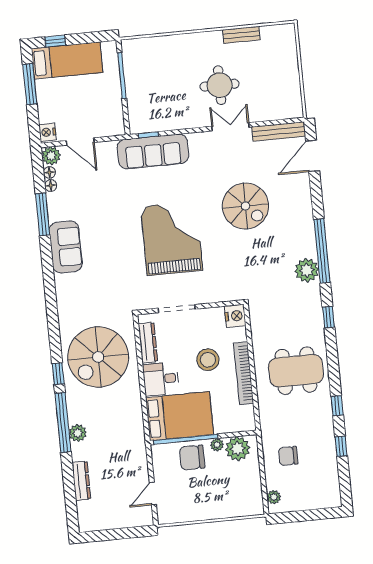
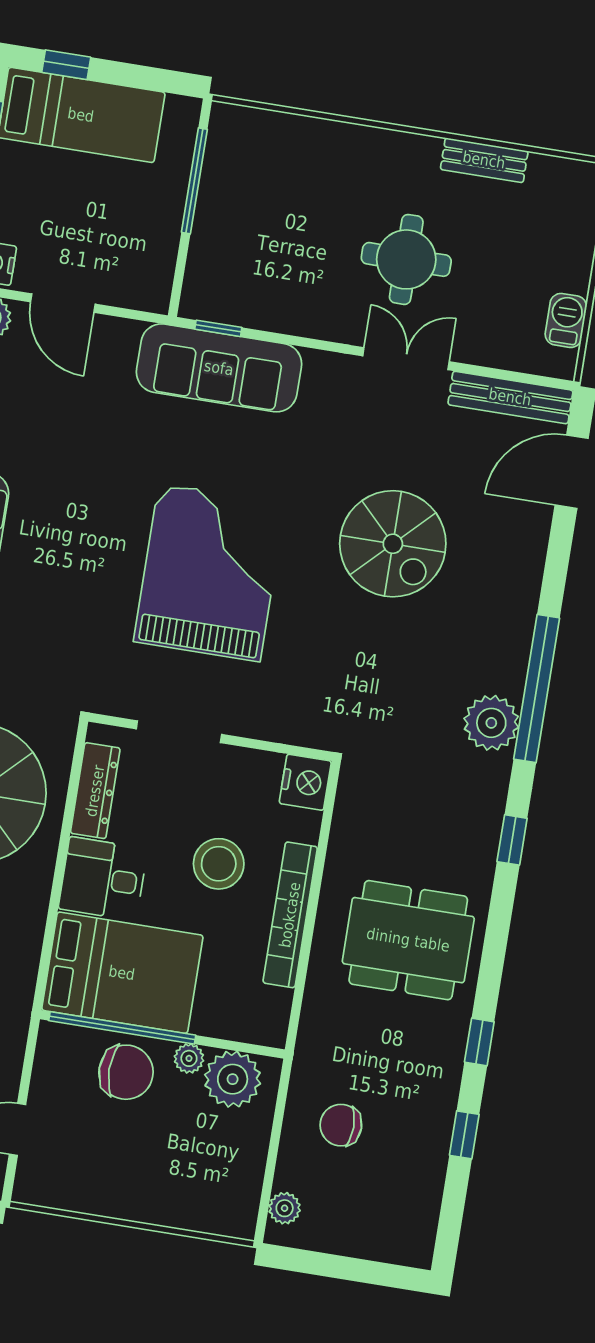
barbecue: (293, 93) -> (566, 320), added
chair: (192, 458) -> (126, 1072), turned 180

